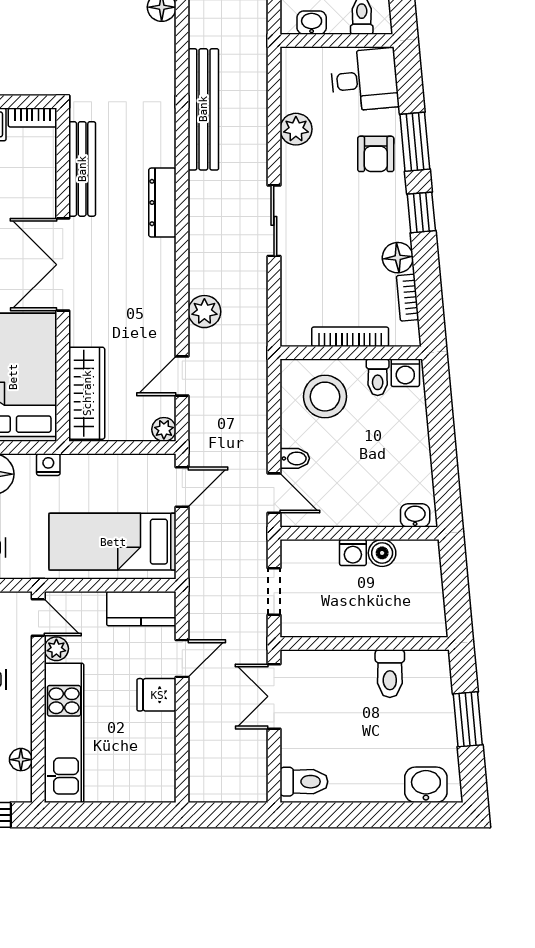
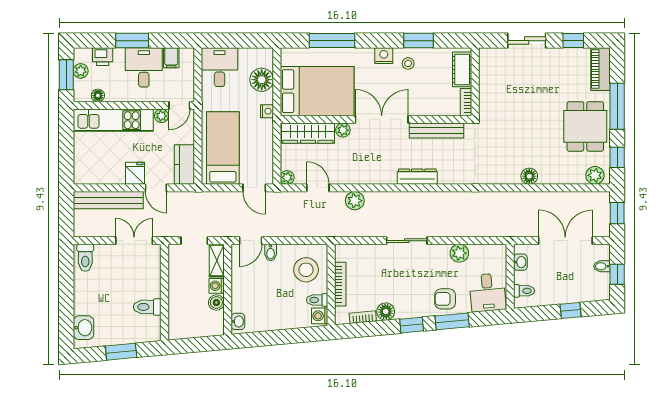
bench: (203, 109) -> (108, 200), moved
plant: (81, 332) -> (343, 130), added
shelving: (309, 552) -> (217, 260), added

